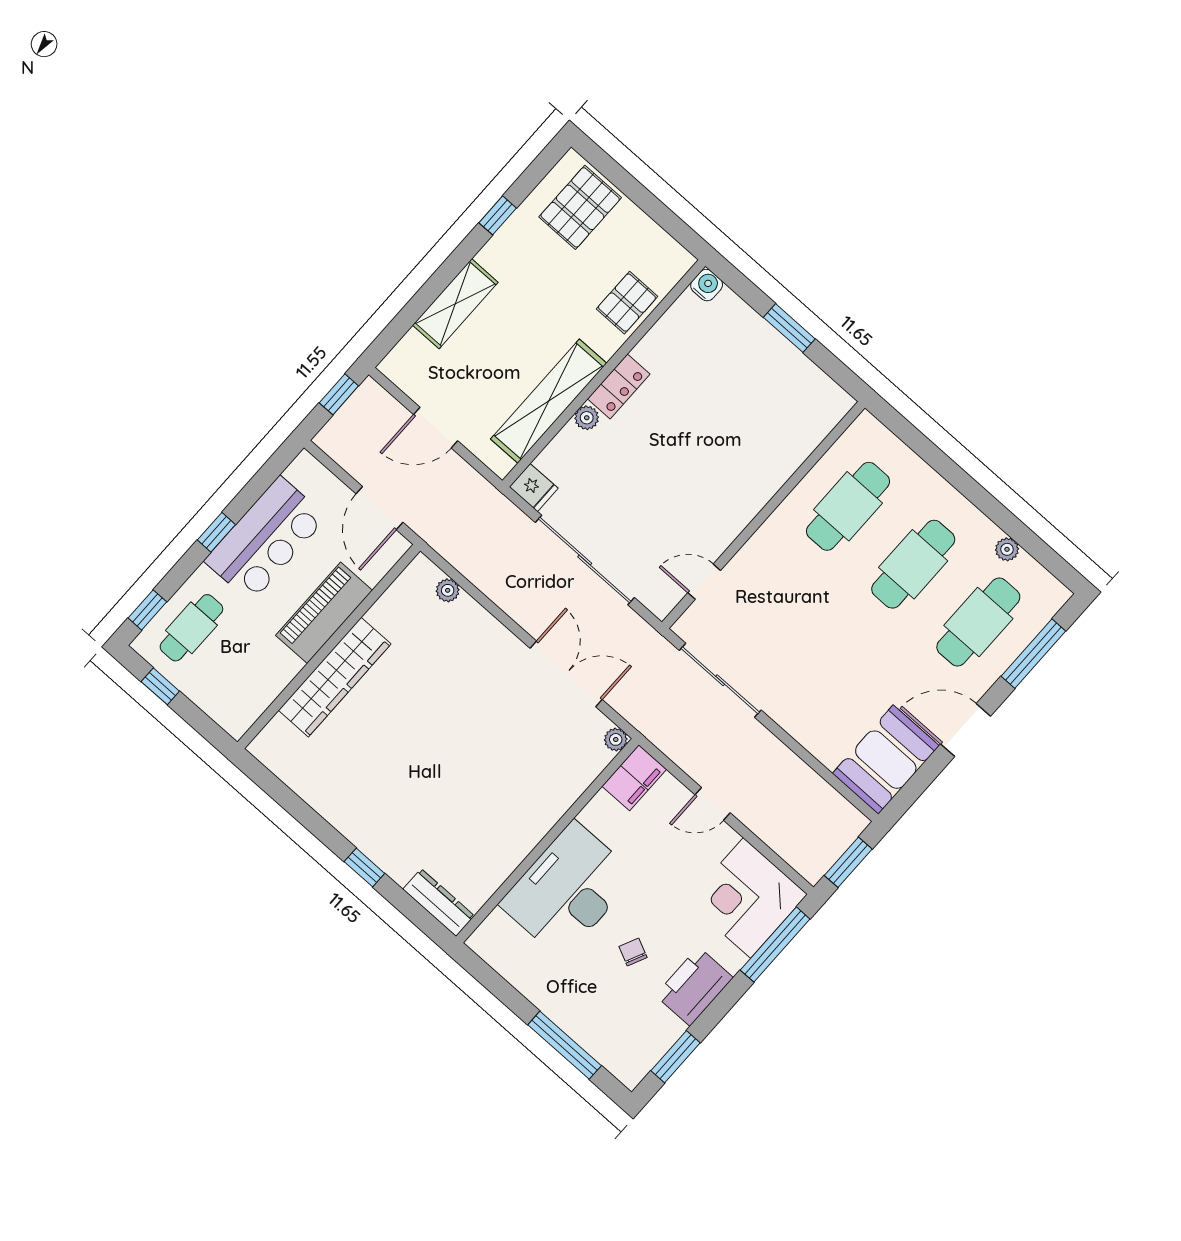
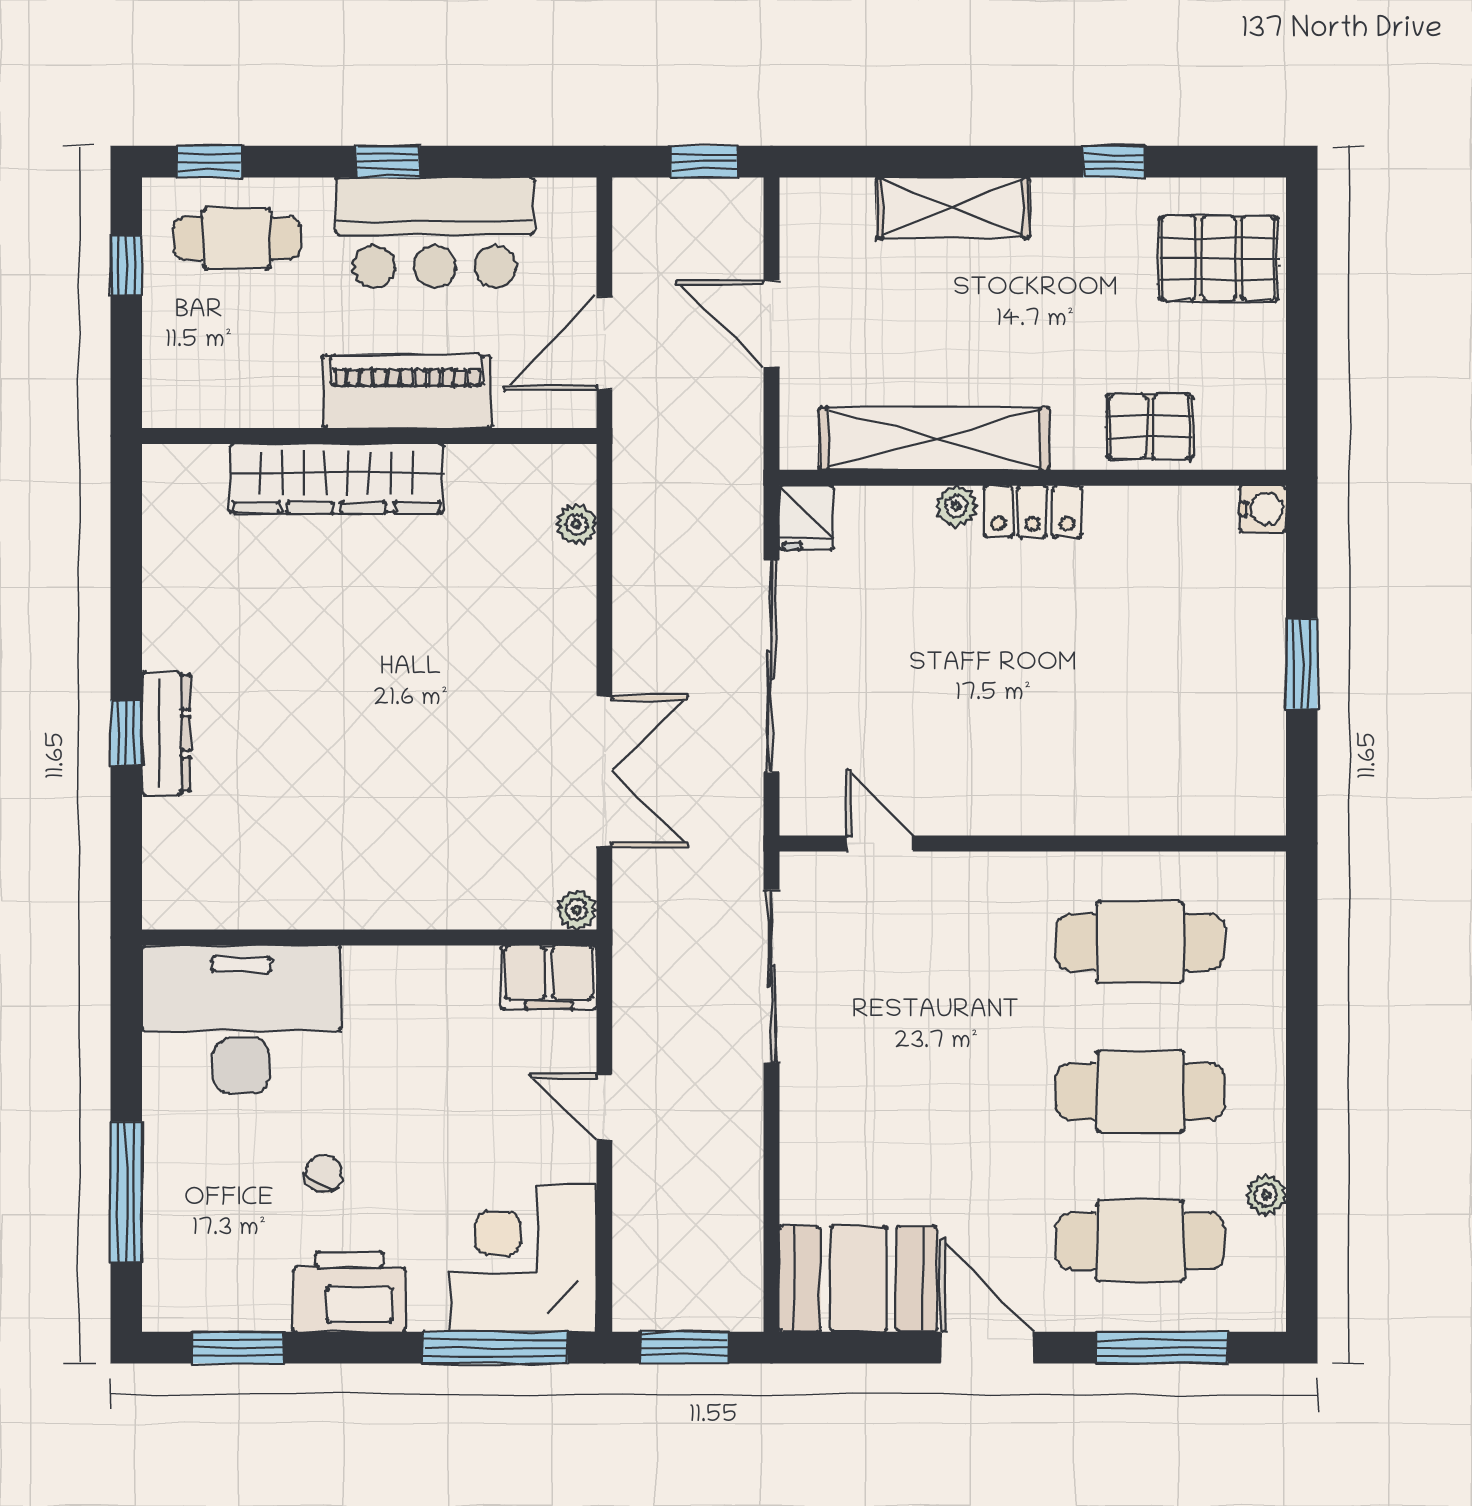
desk: (568, 890) -> (241, 1020), moved
dresser: (439, 902) -> (166, 733), moved

